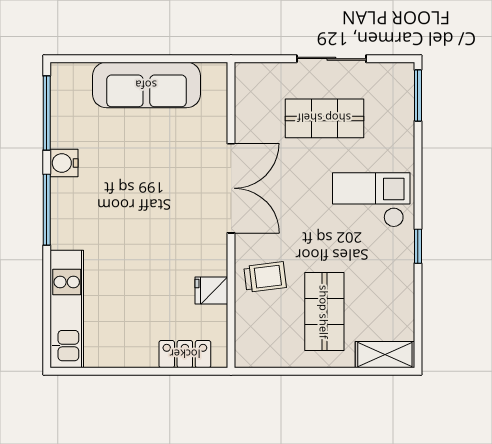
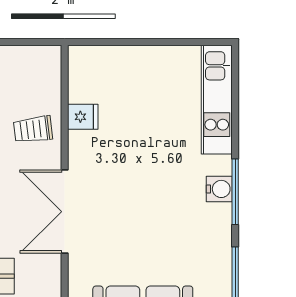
water cooler: (64, 163) -> (219, 189), moved
locker: (185, 354) -> (107, 58), removed

